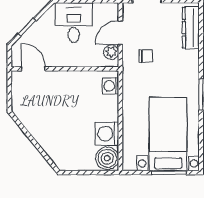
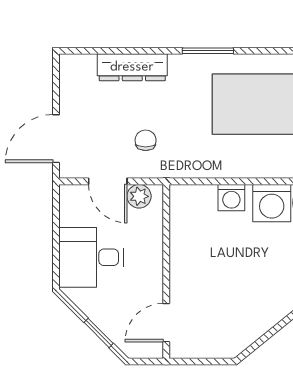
dresser: (191, 28) -> (132, 67), moved
washing machine: (110, 86) -> (231, 198), moved

